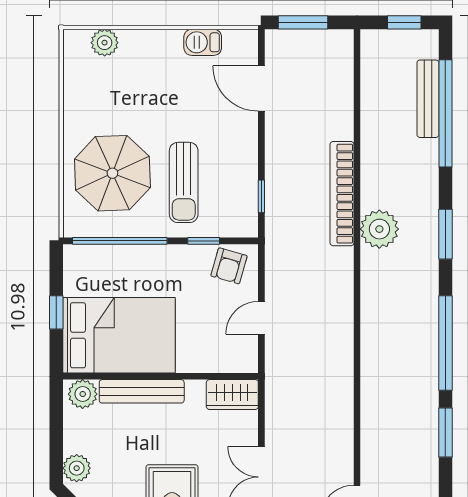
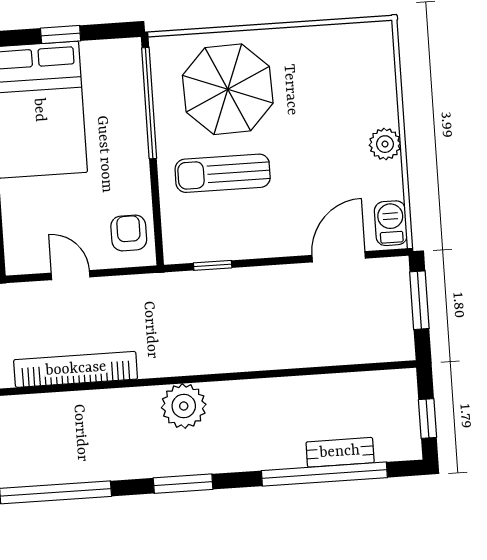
barbecue: (203, 42) -> (391, 223), moved
plant: (105, 43) -> (385, 144), moved
bench: (428, 99) -> (340, 452), width x0.73
bookcase: (342, 194) -> (76, 369), moved
window: (204, 241) -> (156, 201), removed
armchair: (229, 266) -> (129, 233), turned 74

